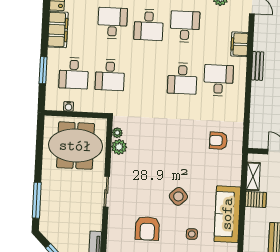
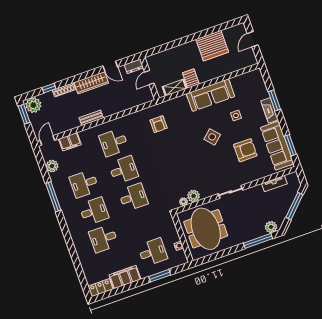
filing cabinet: (239, 44) -> (70, 142), moved
desk: (110, 75) -> (133, 197), moved
plant: (47, 222) -> (271, 227), added

